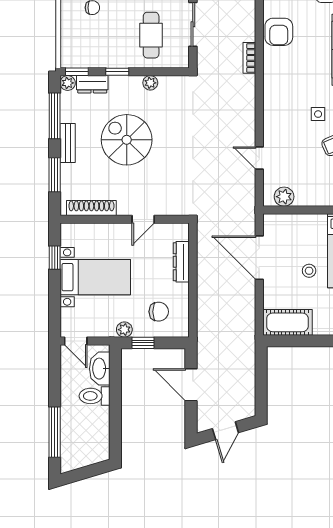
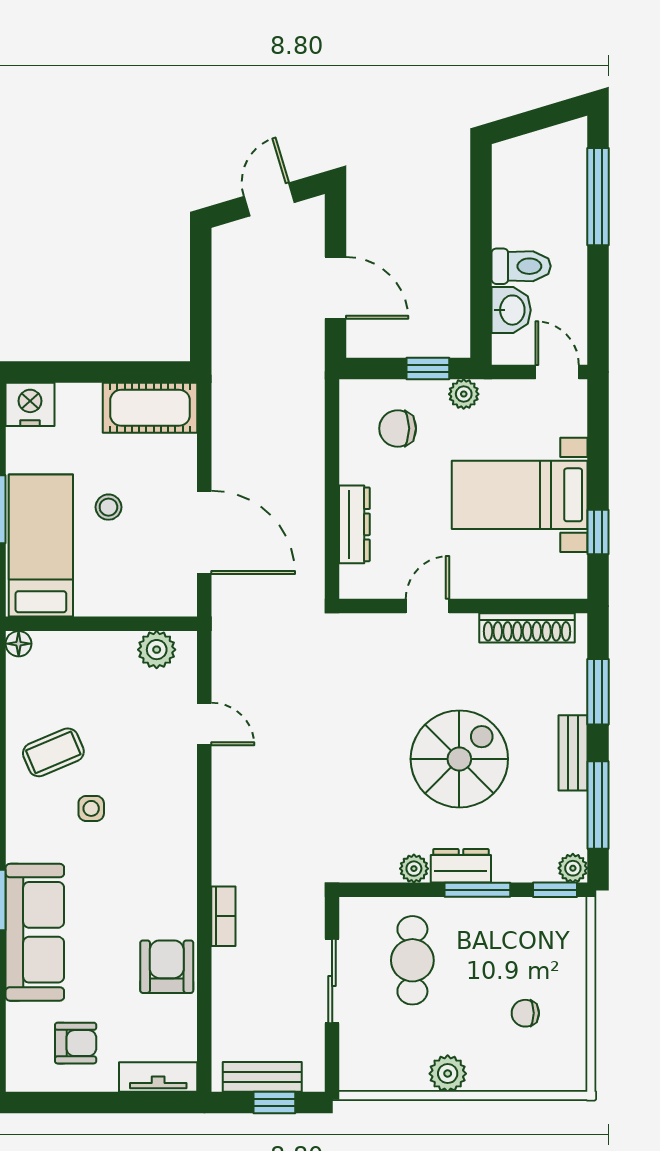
window: (117, 72) -> (477, 890), width x1.50
dresser: (92, 84) -> (461, 866), moved
spiral stairs: (127, 140) -> (459, 759), turned -90
washbasin: (100, 369) -> (511, 310), width x0.72

